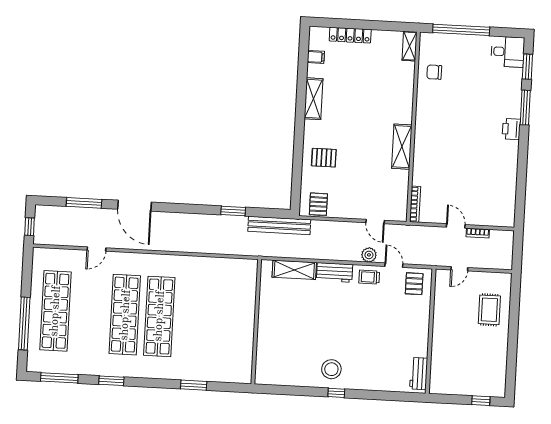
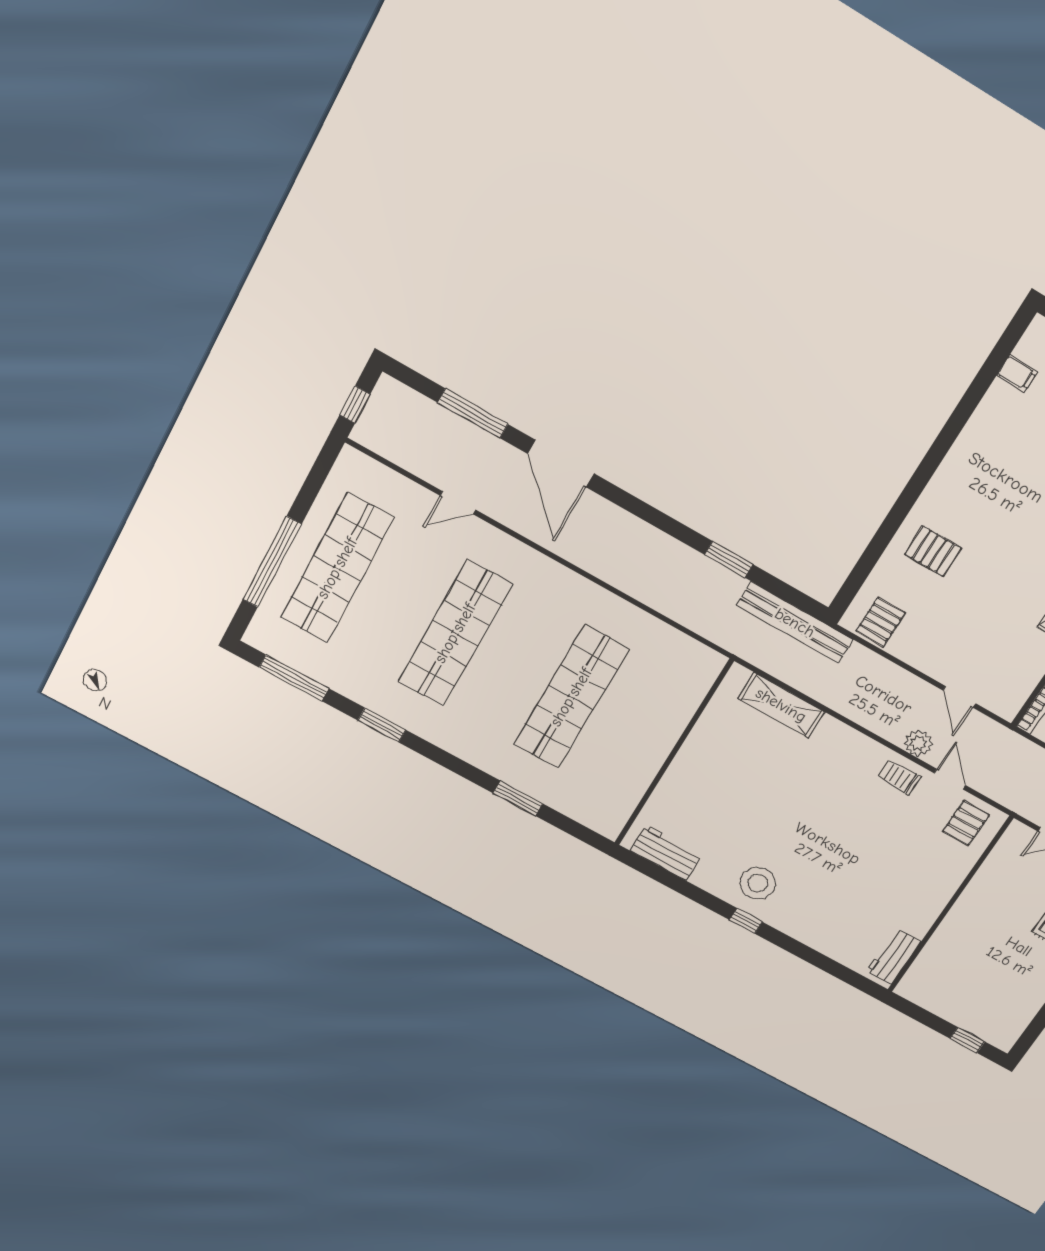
shelving: (313, 99) -> (972, 443), removed
workbench: (335, 272) -> (666, 853), moved, turned 180
shop shelf: (159, 316) -> (571, 697), moved

